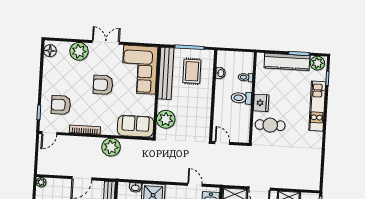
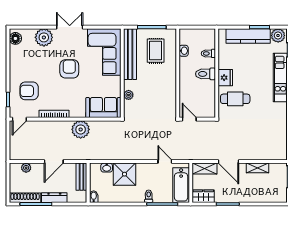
armchair: (103, 85) -> (69, 69), turned 90
plant: (166, 119) -> (129, 95), width x0.53, depth x0.53
plant: (41, 182) -> (26, 168), moved

